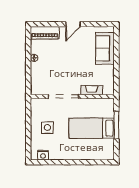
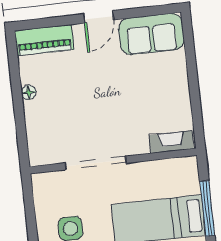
sofa: (105, 48) -> (151, 34), moved, turned -90
fireplace: (92, 90) -> (171, 142), moved

